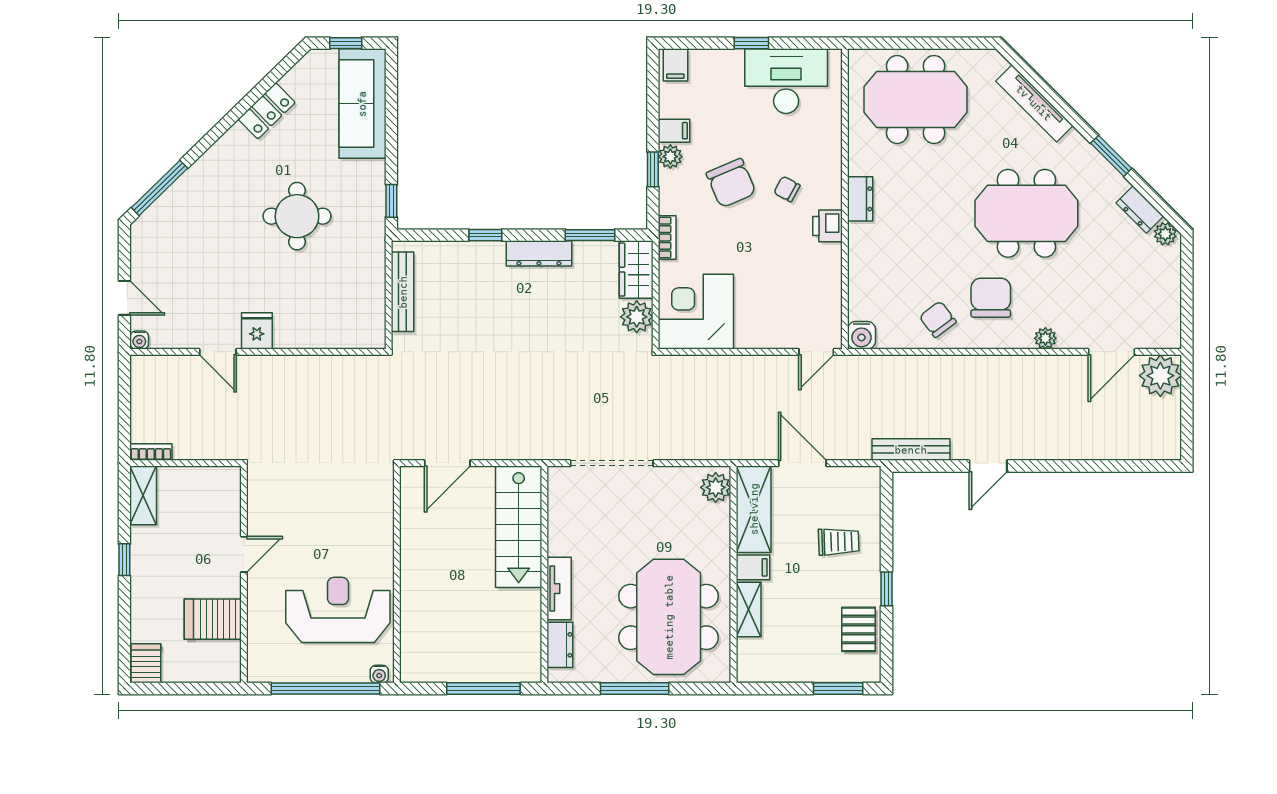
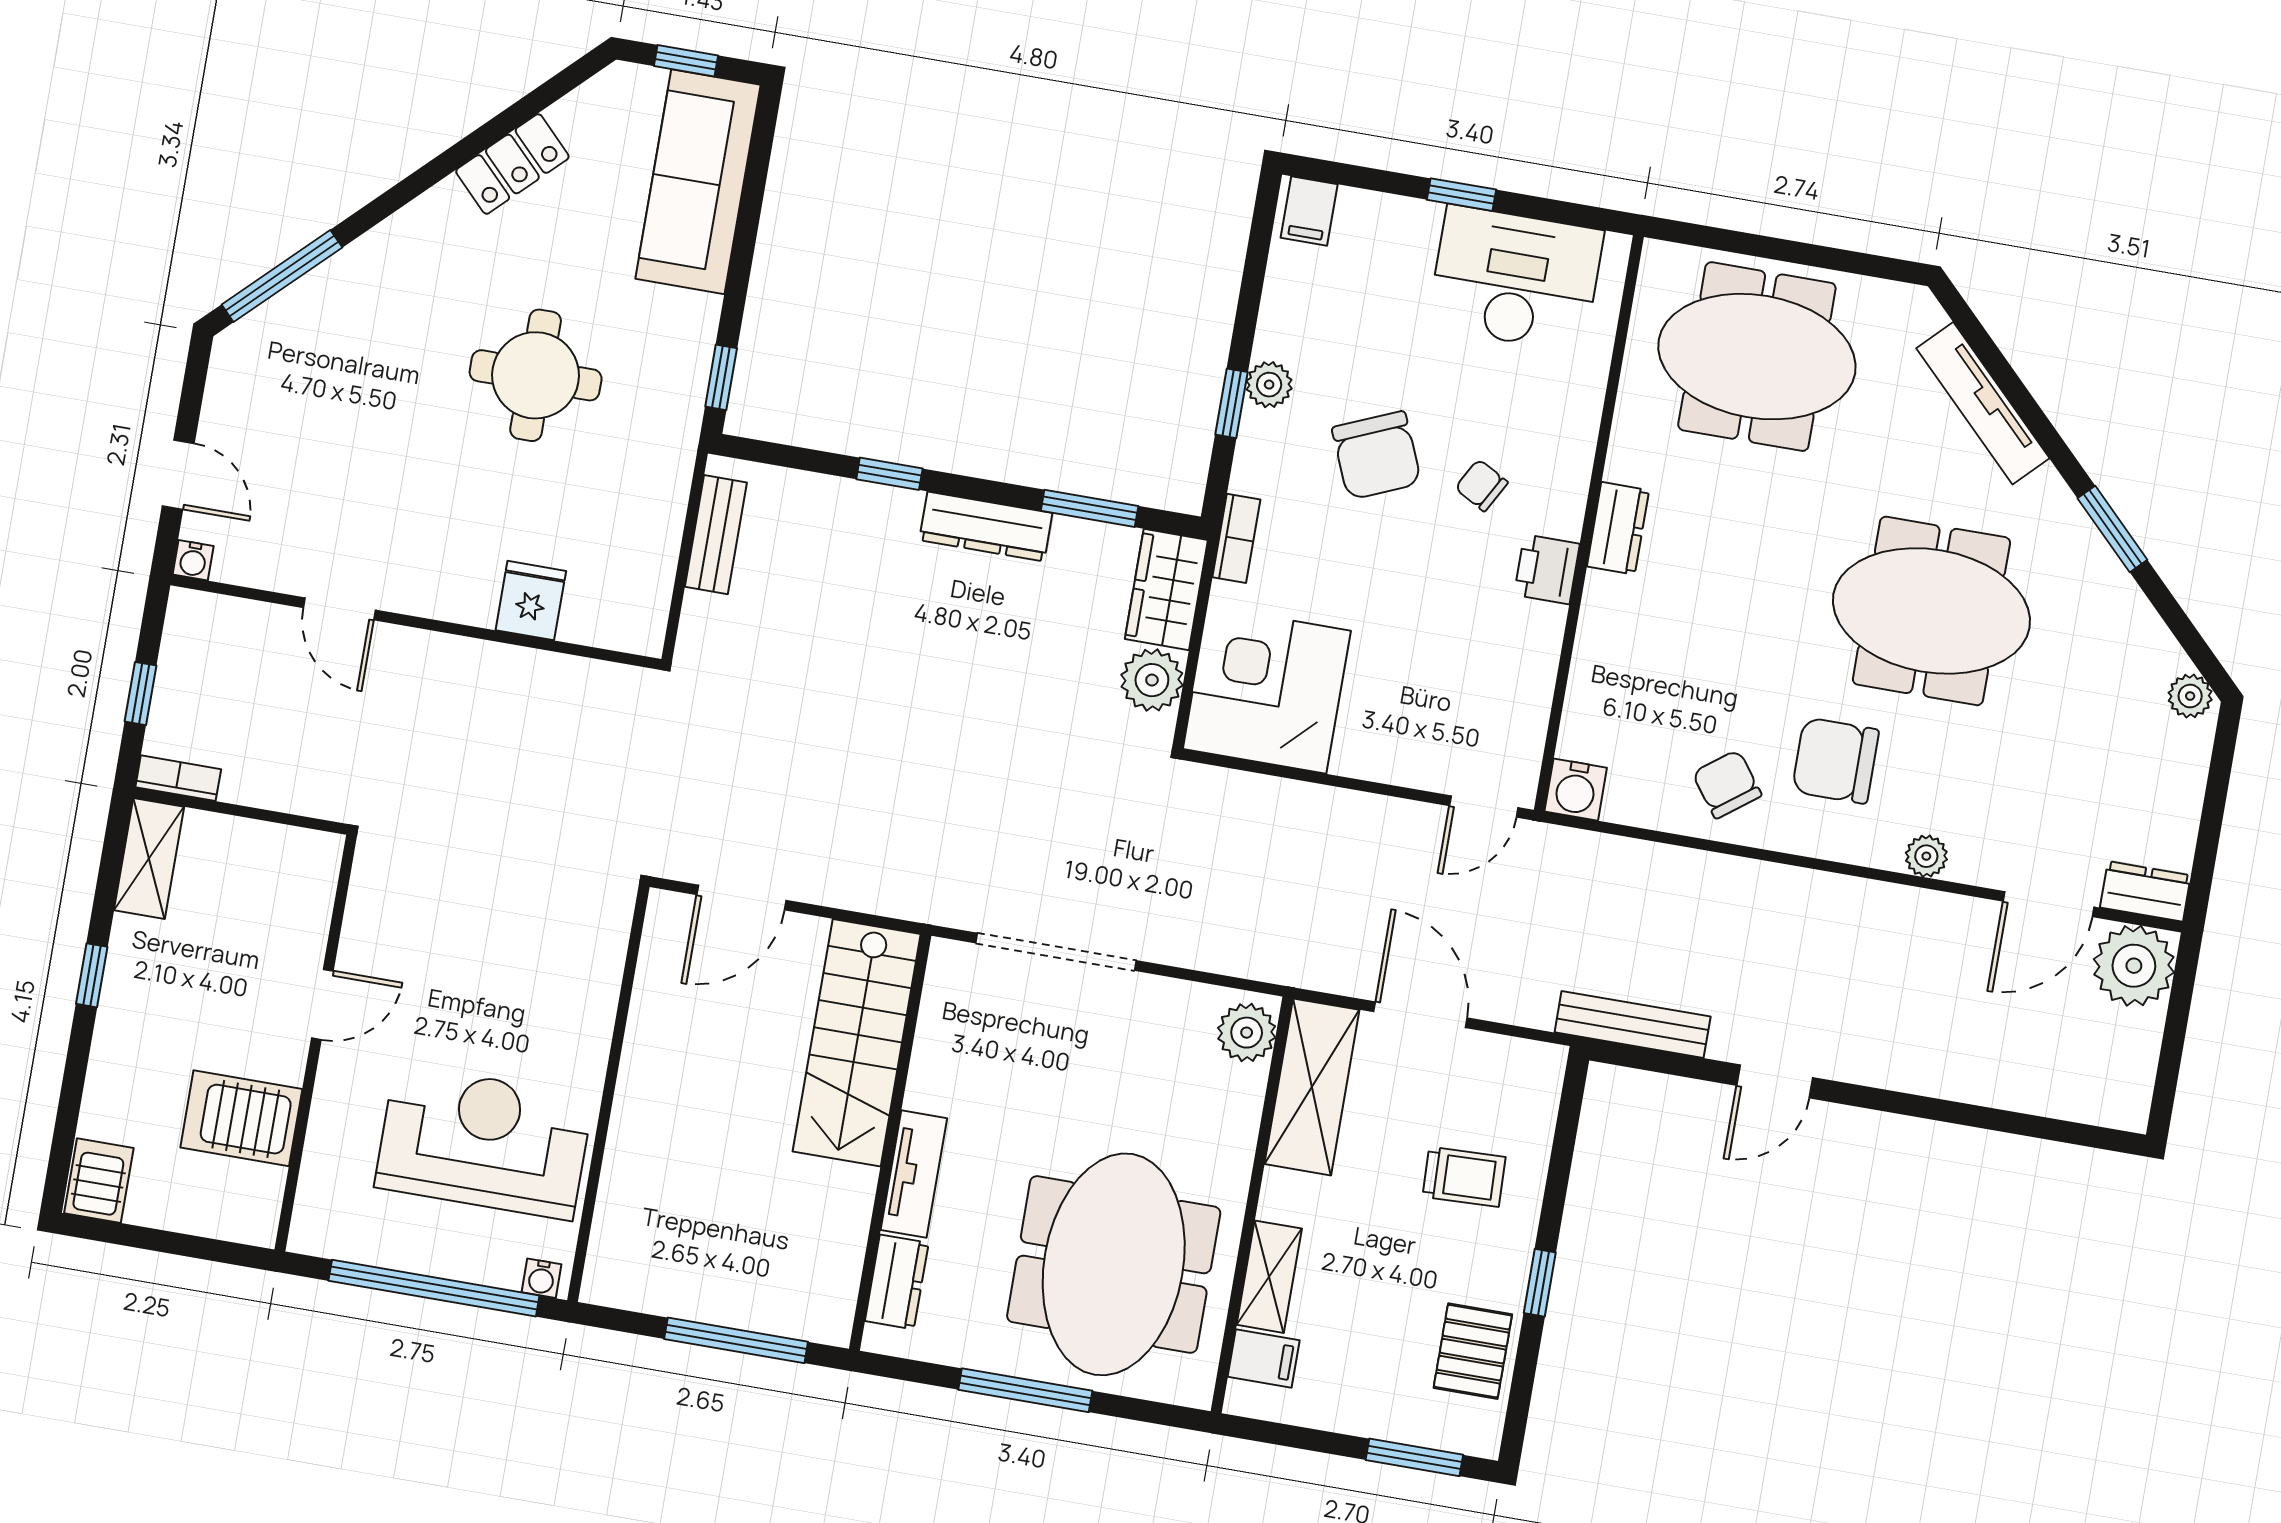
filing cabinet: (674, 131) -> (1285, 337), removed
dresser: (1140, 210) -> (2145, 891), moved, turned 135
bench: (403, 292) -> (716, 535), width x0.73
chair: (991, 298) -> (1835, 761), turned -90
fridge: (257, 331) -> (531, 601), moved
window: (124, 412) -> (140, 694), added
filing cabinet: (753, 567) -> (1264, 1359), moved

